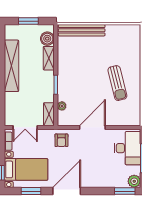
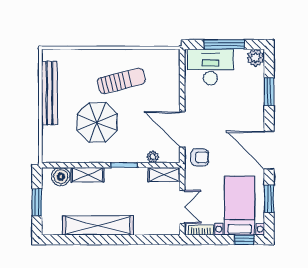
bench: (82, 30) -> (49, 93), moved
parasol: (87, 65) -> (97, 122), added
door: (92, 127) -> (182, 129), moved
window: (125, 191) -> (269, 92), moved

